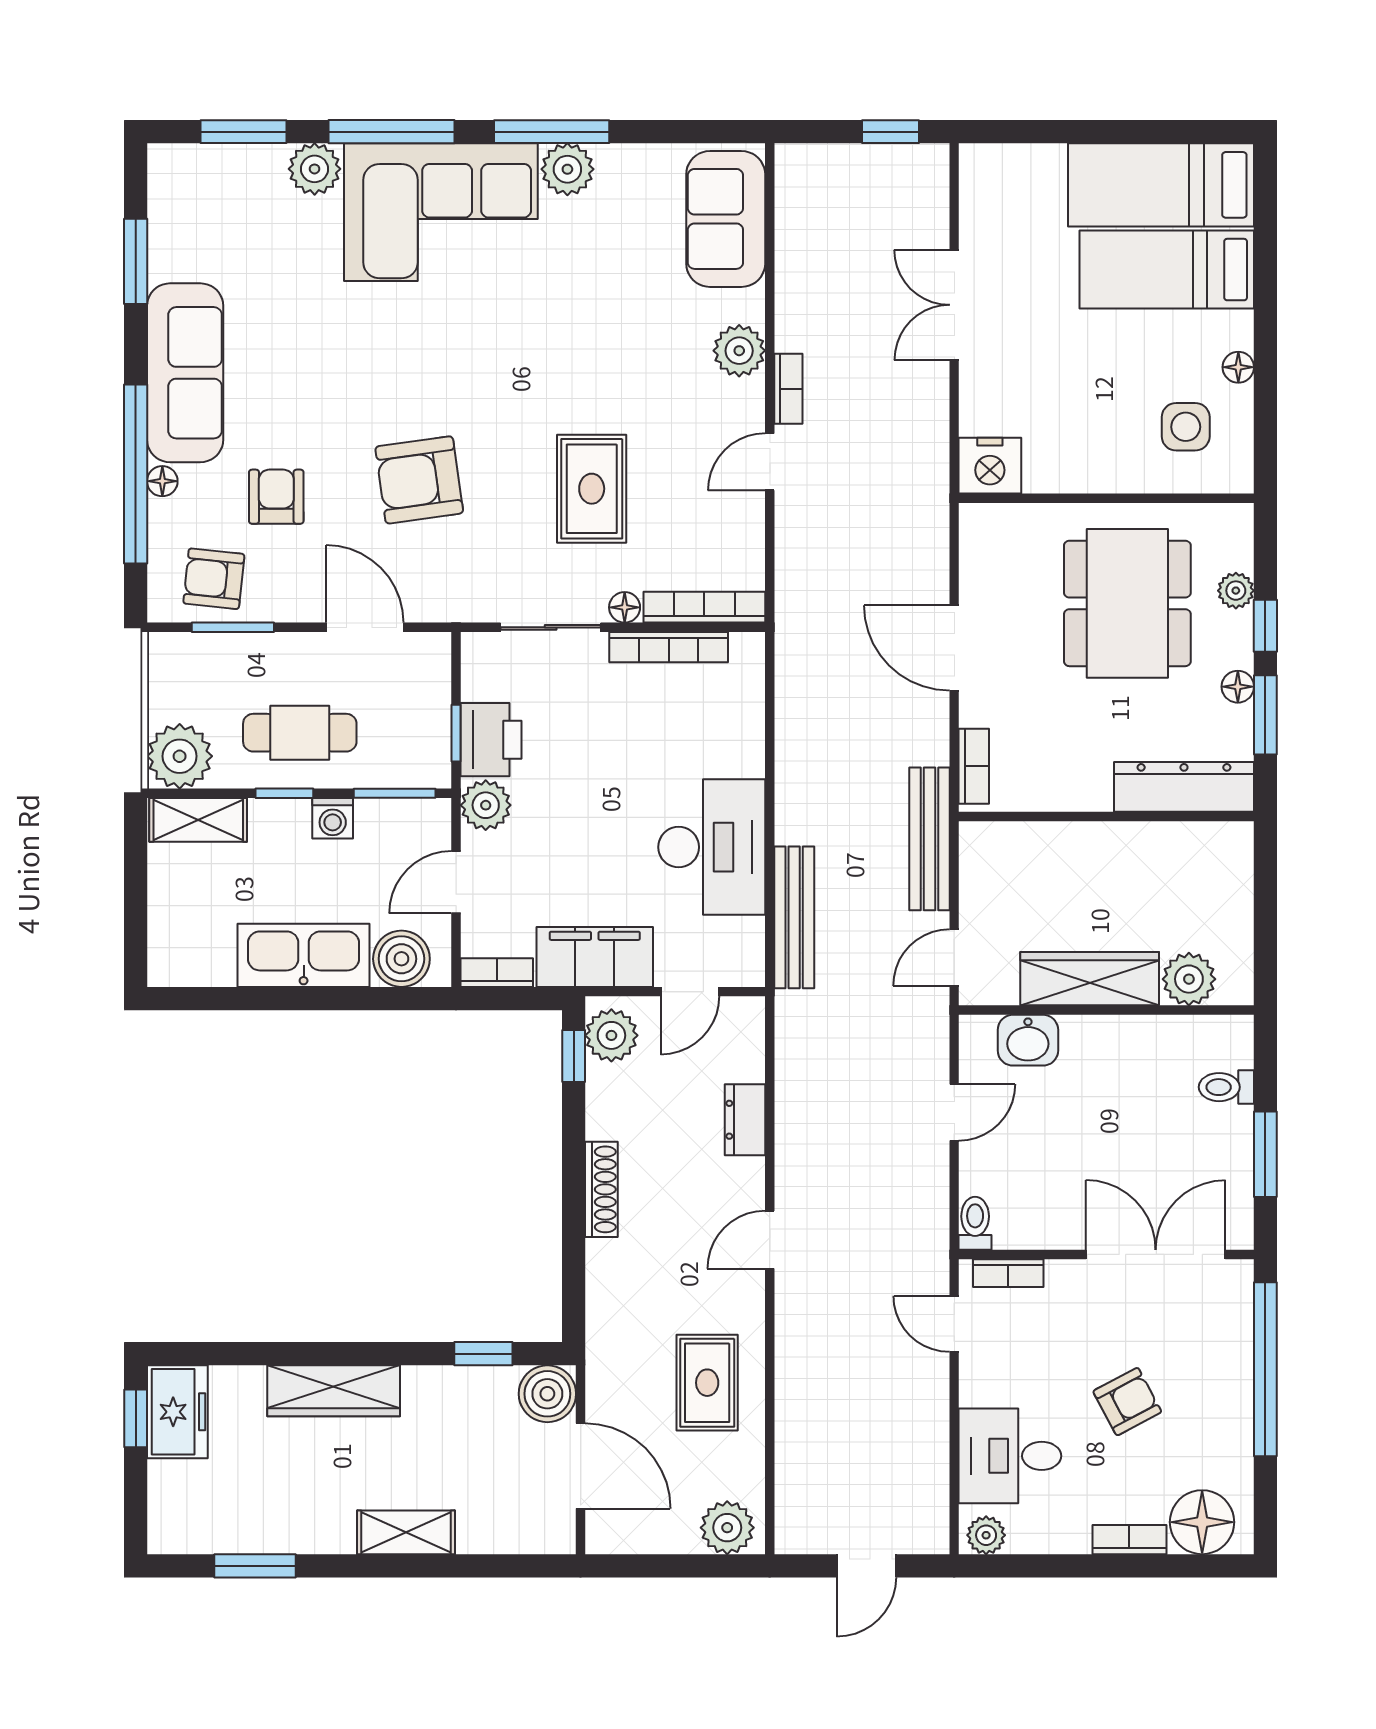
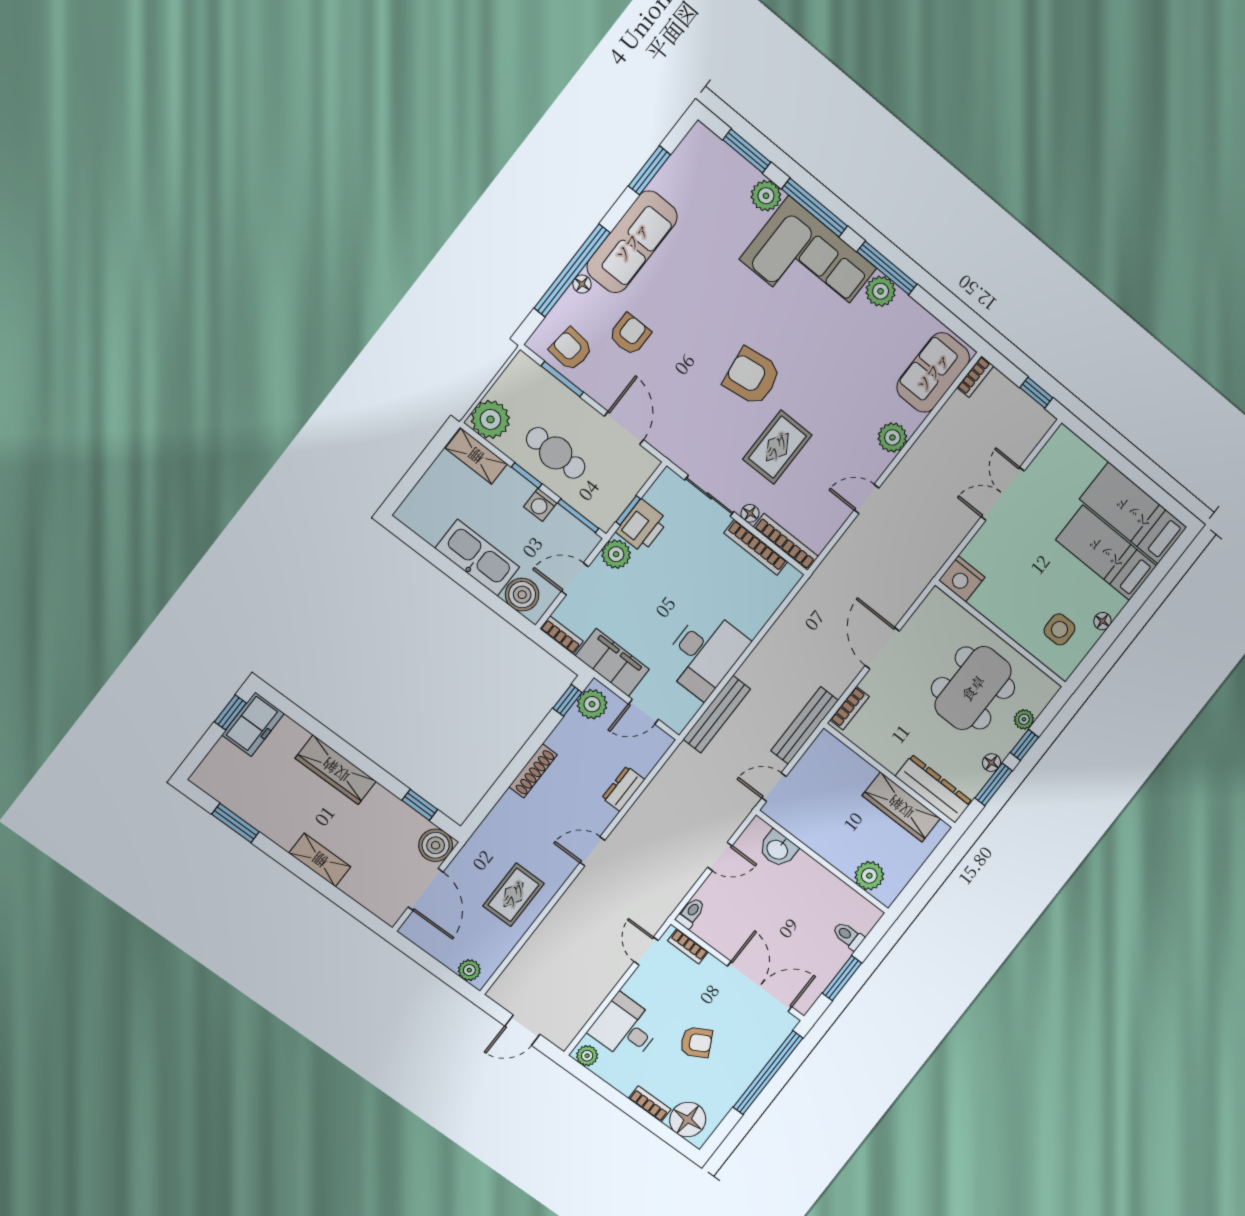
bookcase: (788, 389) -> (975, 377), moved
armchair: (419, 480) -> (752, 376), moved
wardrobe: (1090, 979) -> (901, 807), moved, turned 180
plant: (727, 1528) -> (469, 970), width x0.73, depth x0.73

